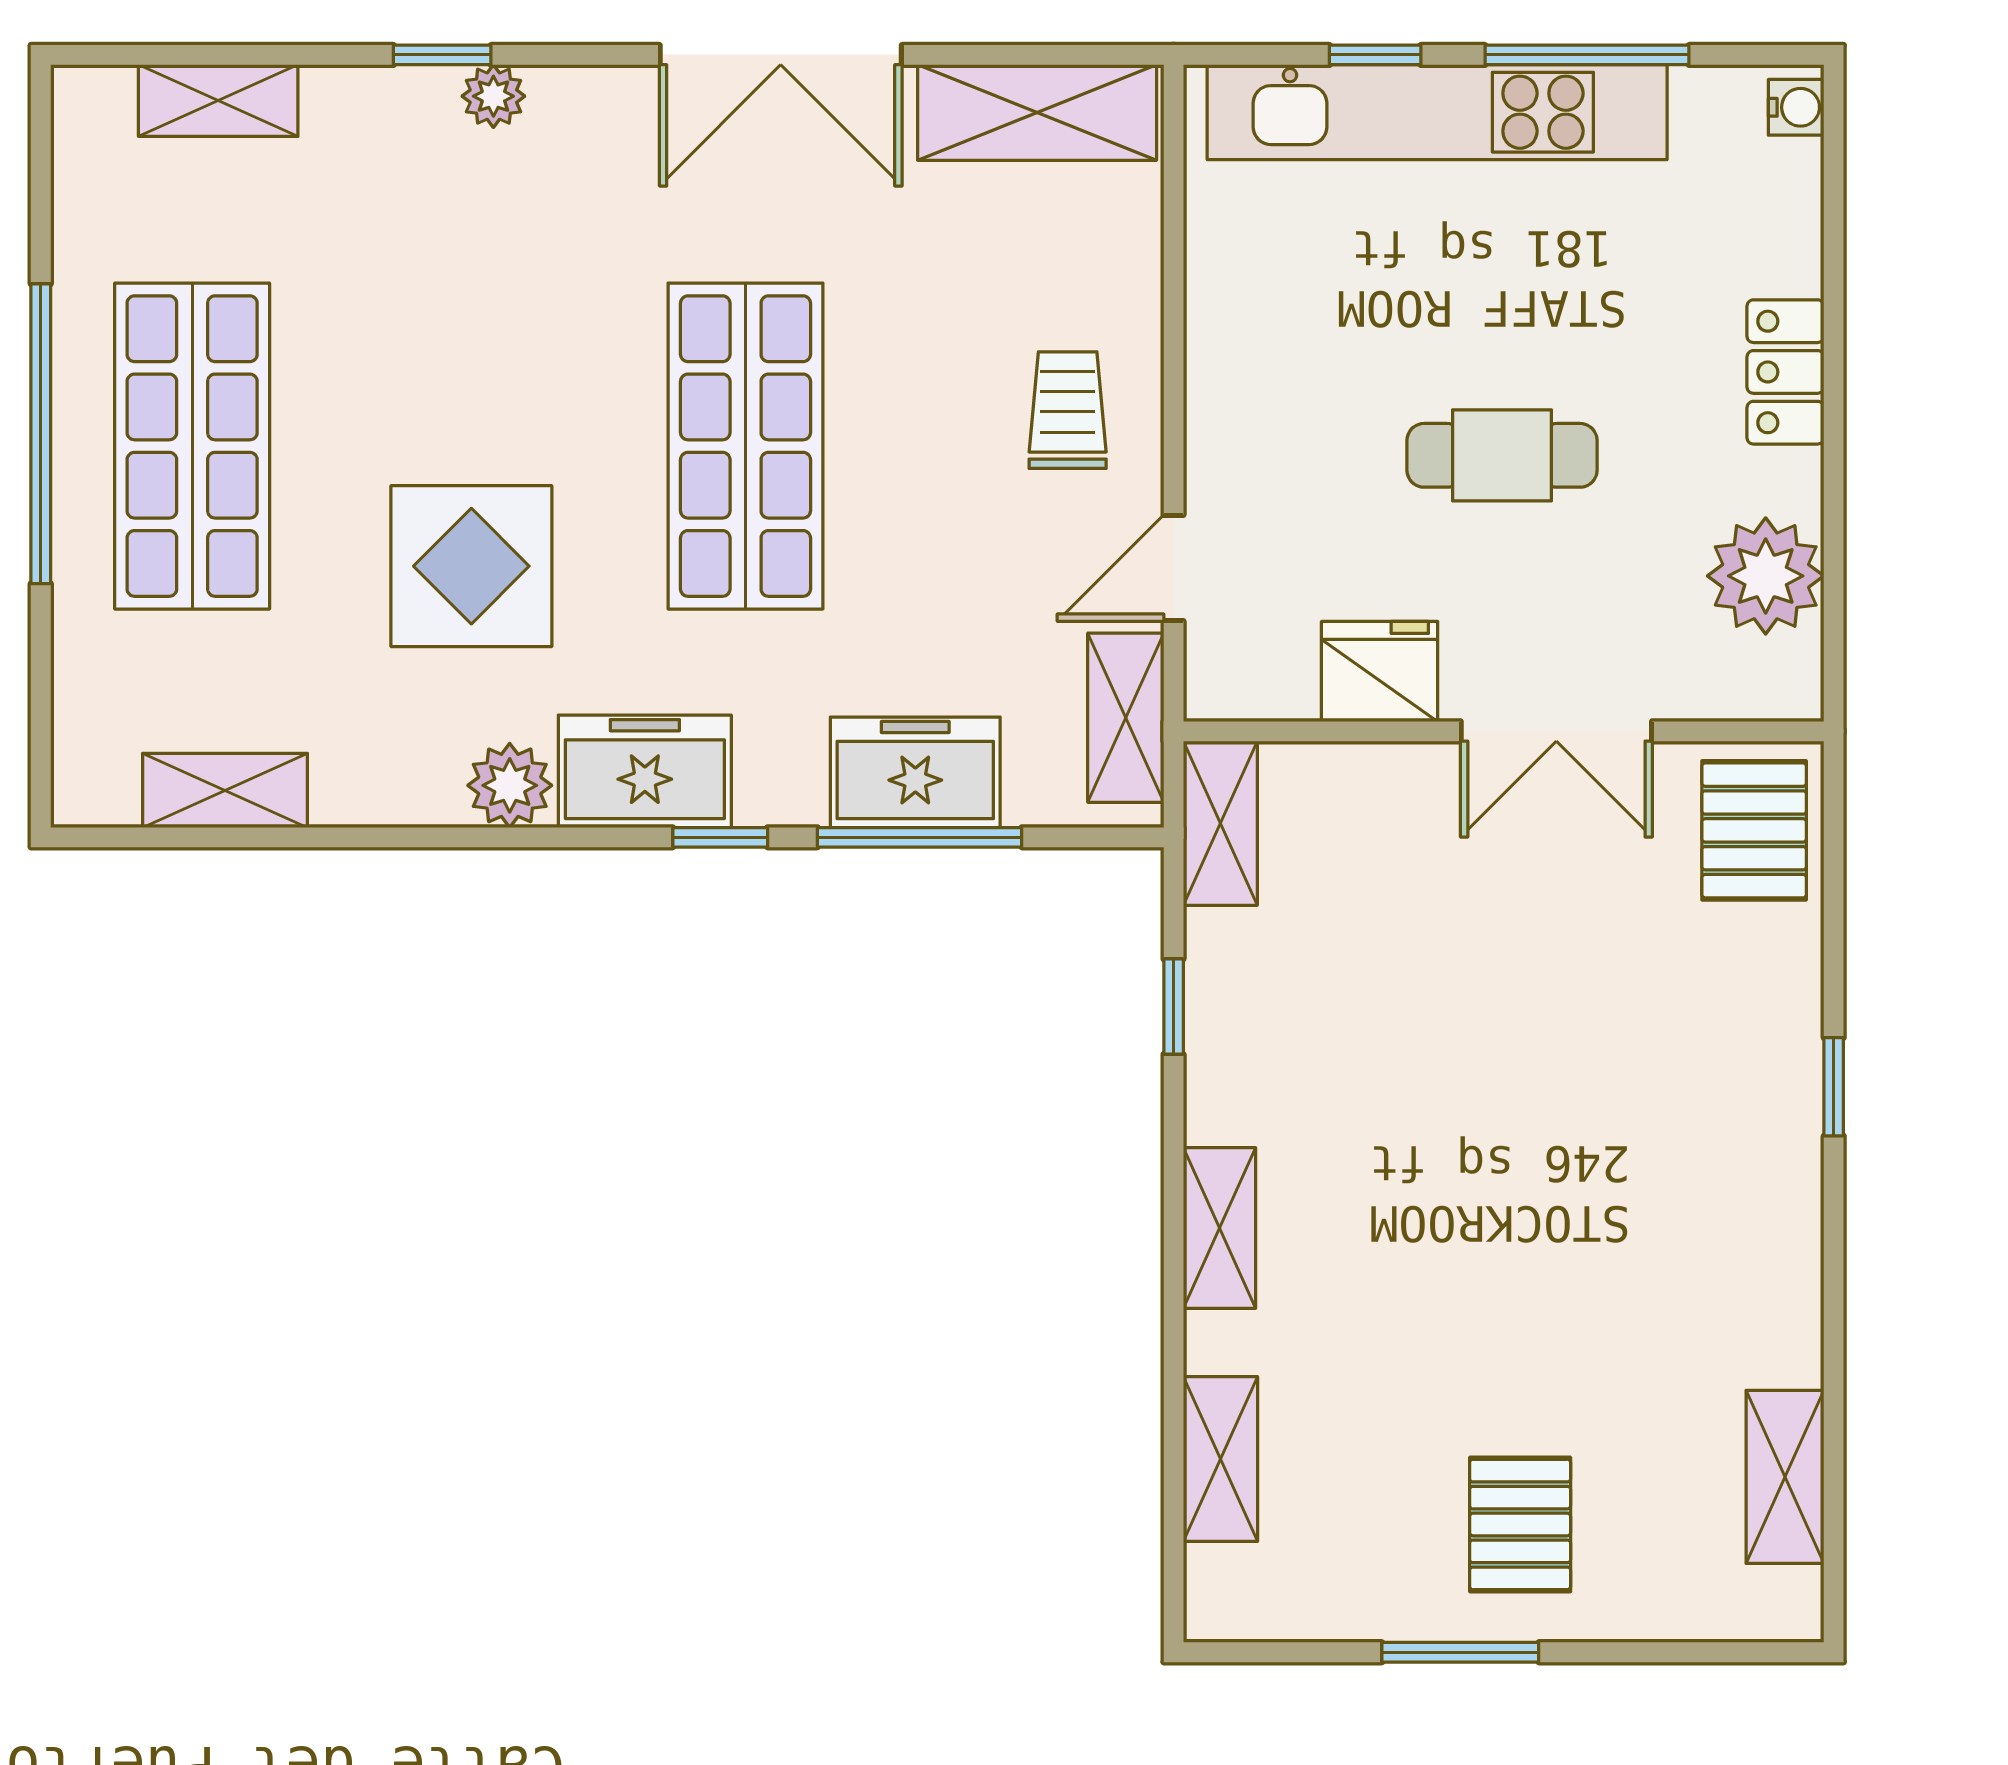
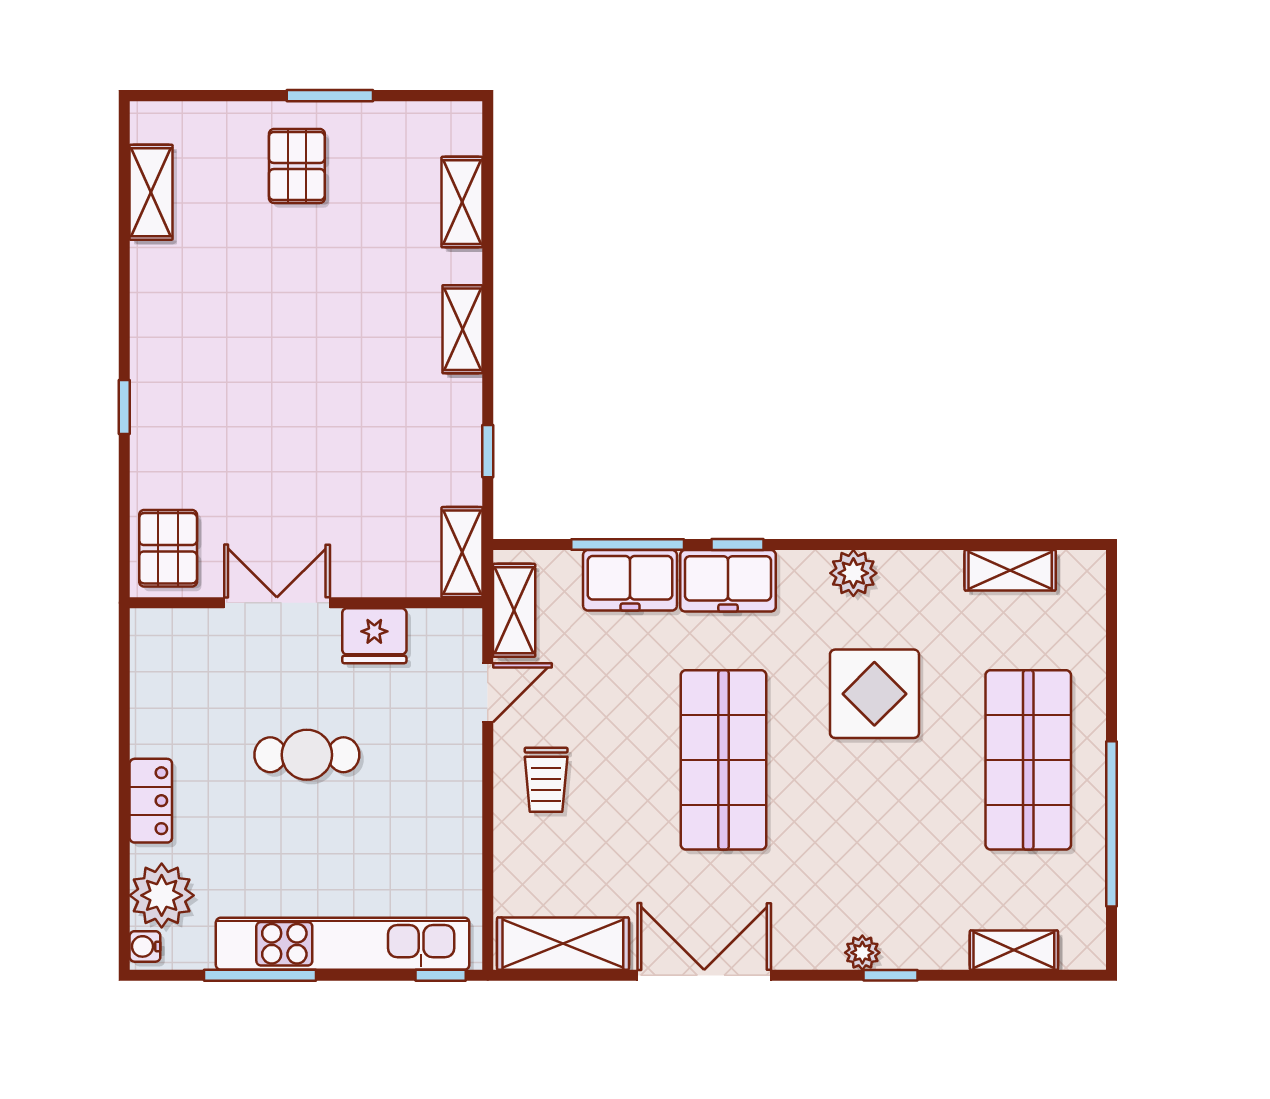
window: (1375, 55) -> (441, 975), moved
window: (41, 434) -> (1112, 824), moved
plant: (1766, 576) -> (162, 895), moved
freezer: (645, 771) -> (728, 581), moved

